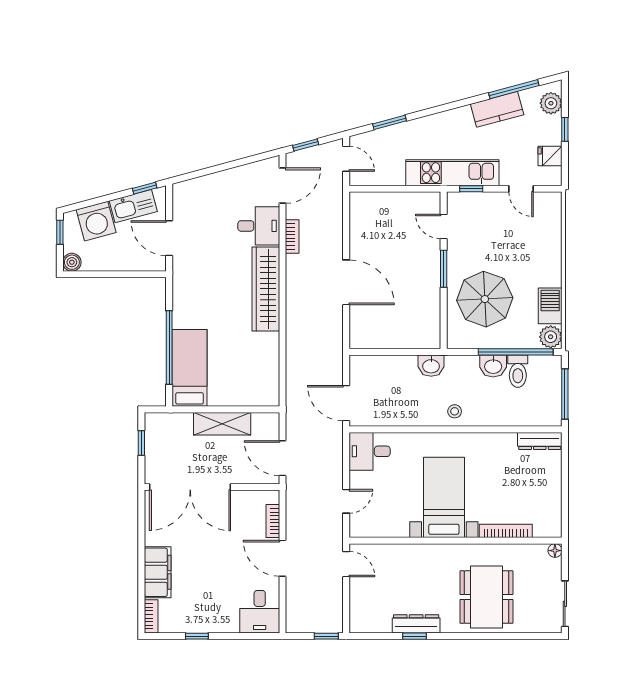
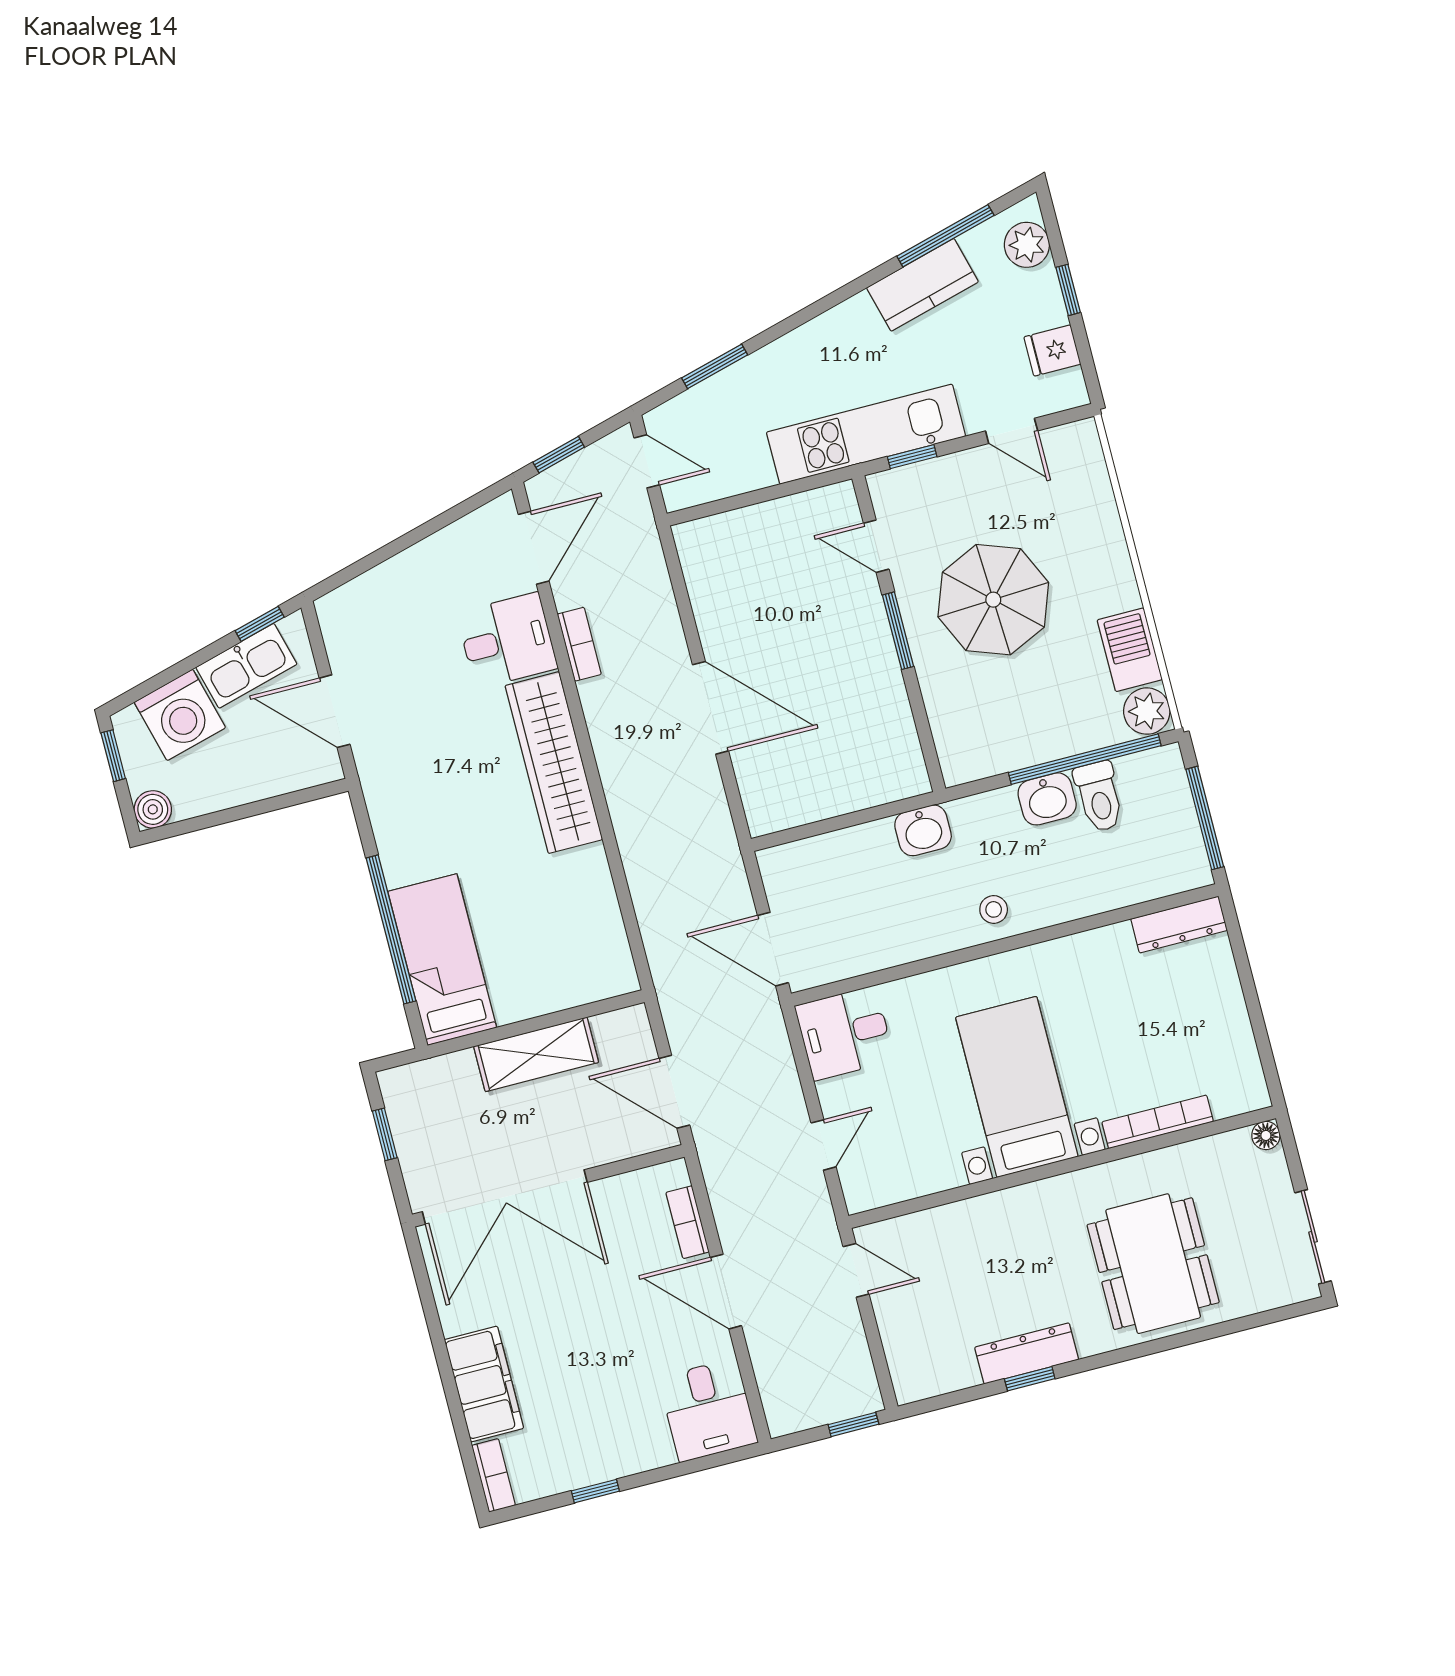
parasol: (485, 299) -> (993, 600), moved

